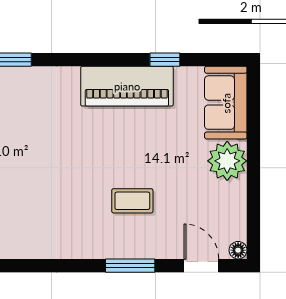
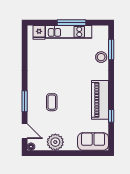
stool: (25, 83) -> (101, 57), added
plant: (227, 161) -> (55, 142), moved
door: (201, 266) -> (25, 131), hinge flipped

